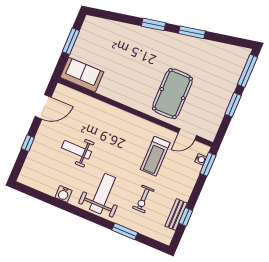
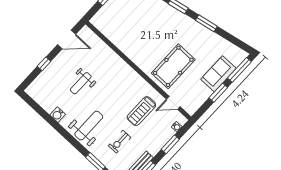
sofa: (82, 75) -> (218, 74), moved, turned -90
weight bench: (76, 150) -> (81, 83), turned -90
window: (208, 164) -> (170, 144), moved

